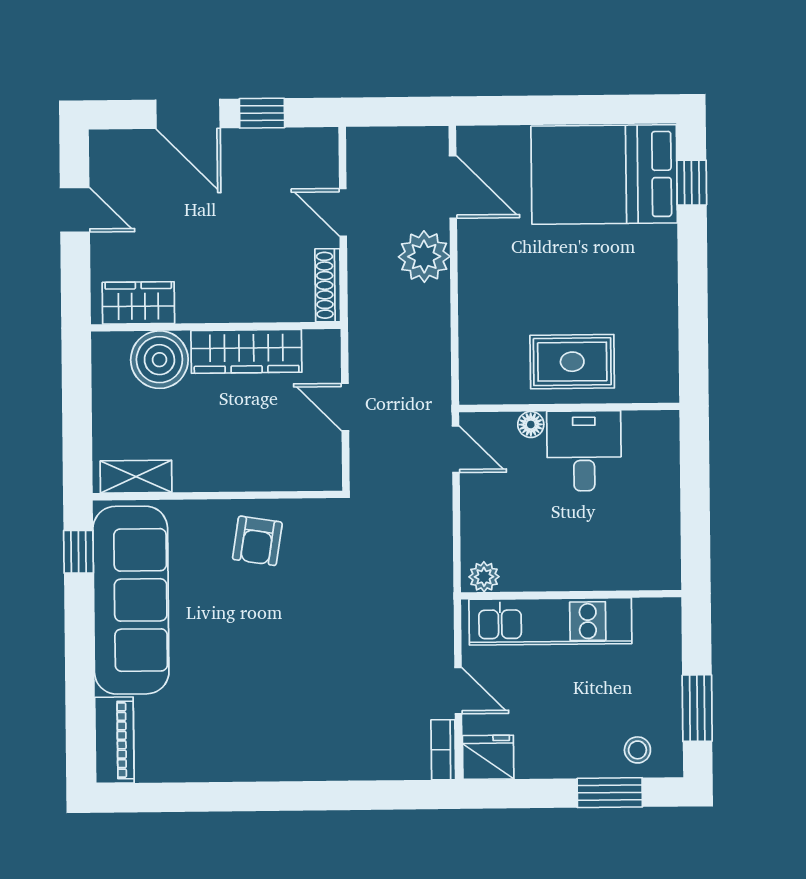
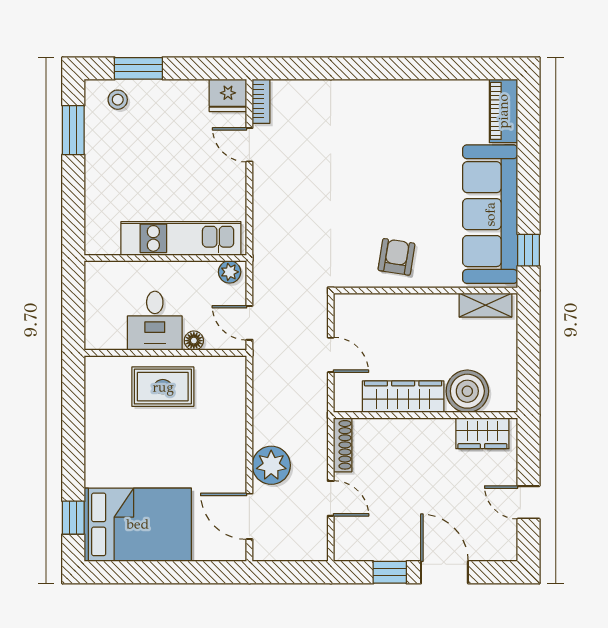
plant: (484, 577) -> (230, 272), moved
wall: (571, 595) -> (165, 258), moved
kitchen unit: (550, 621) -> (181, 238), moved

